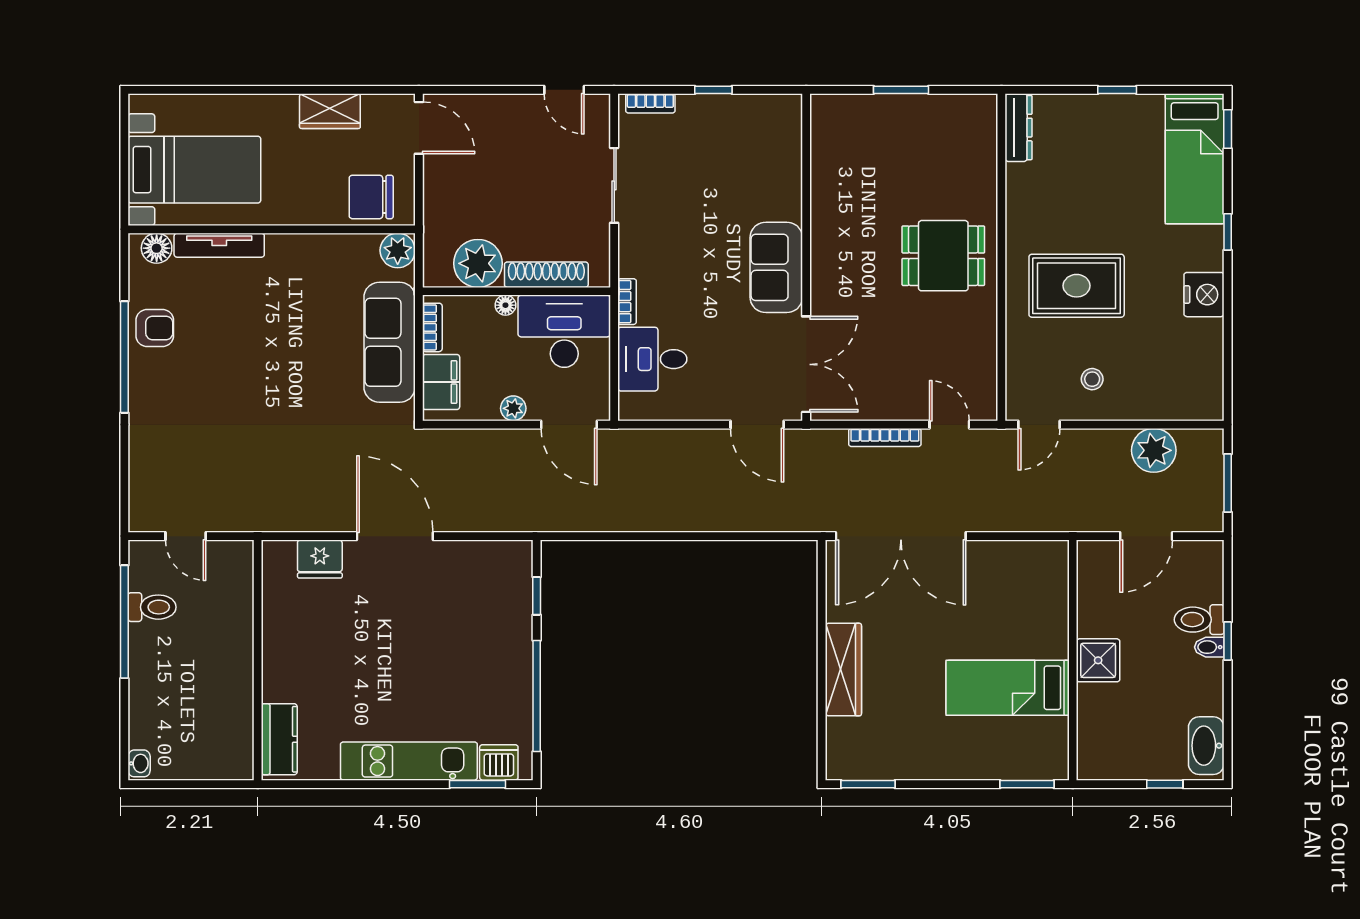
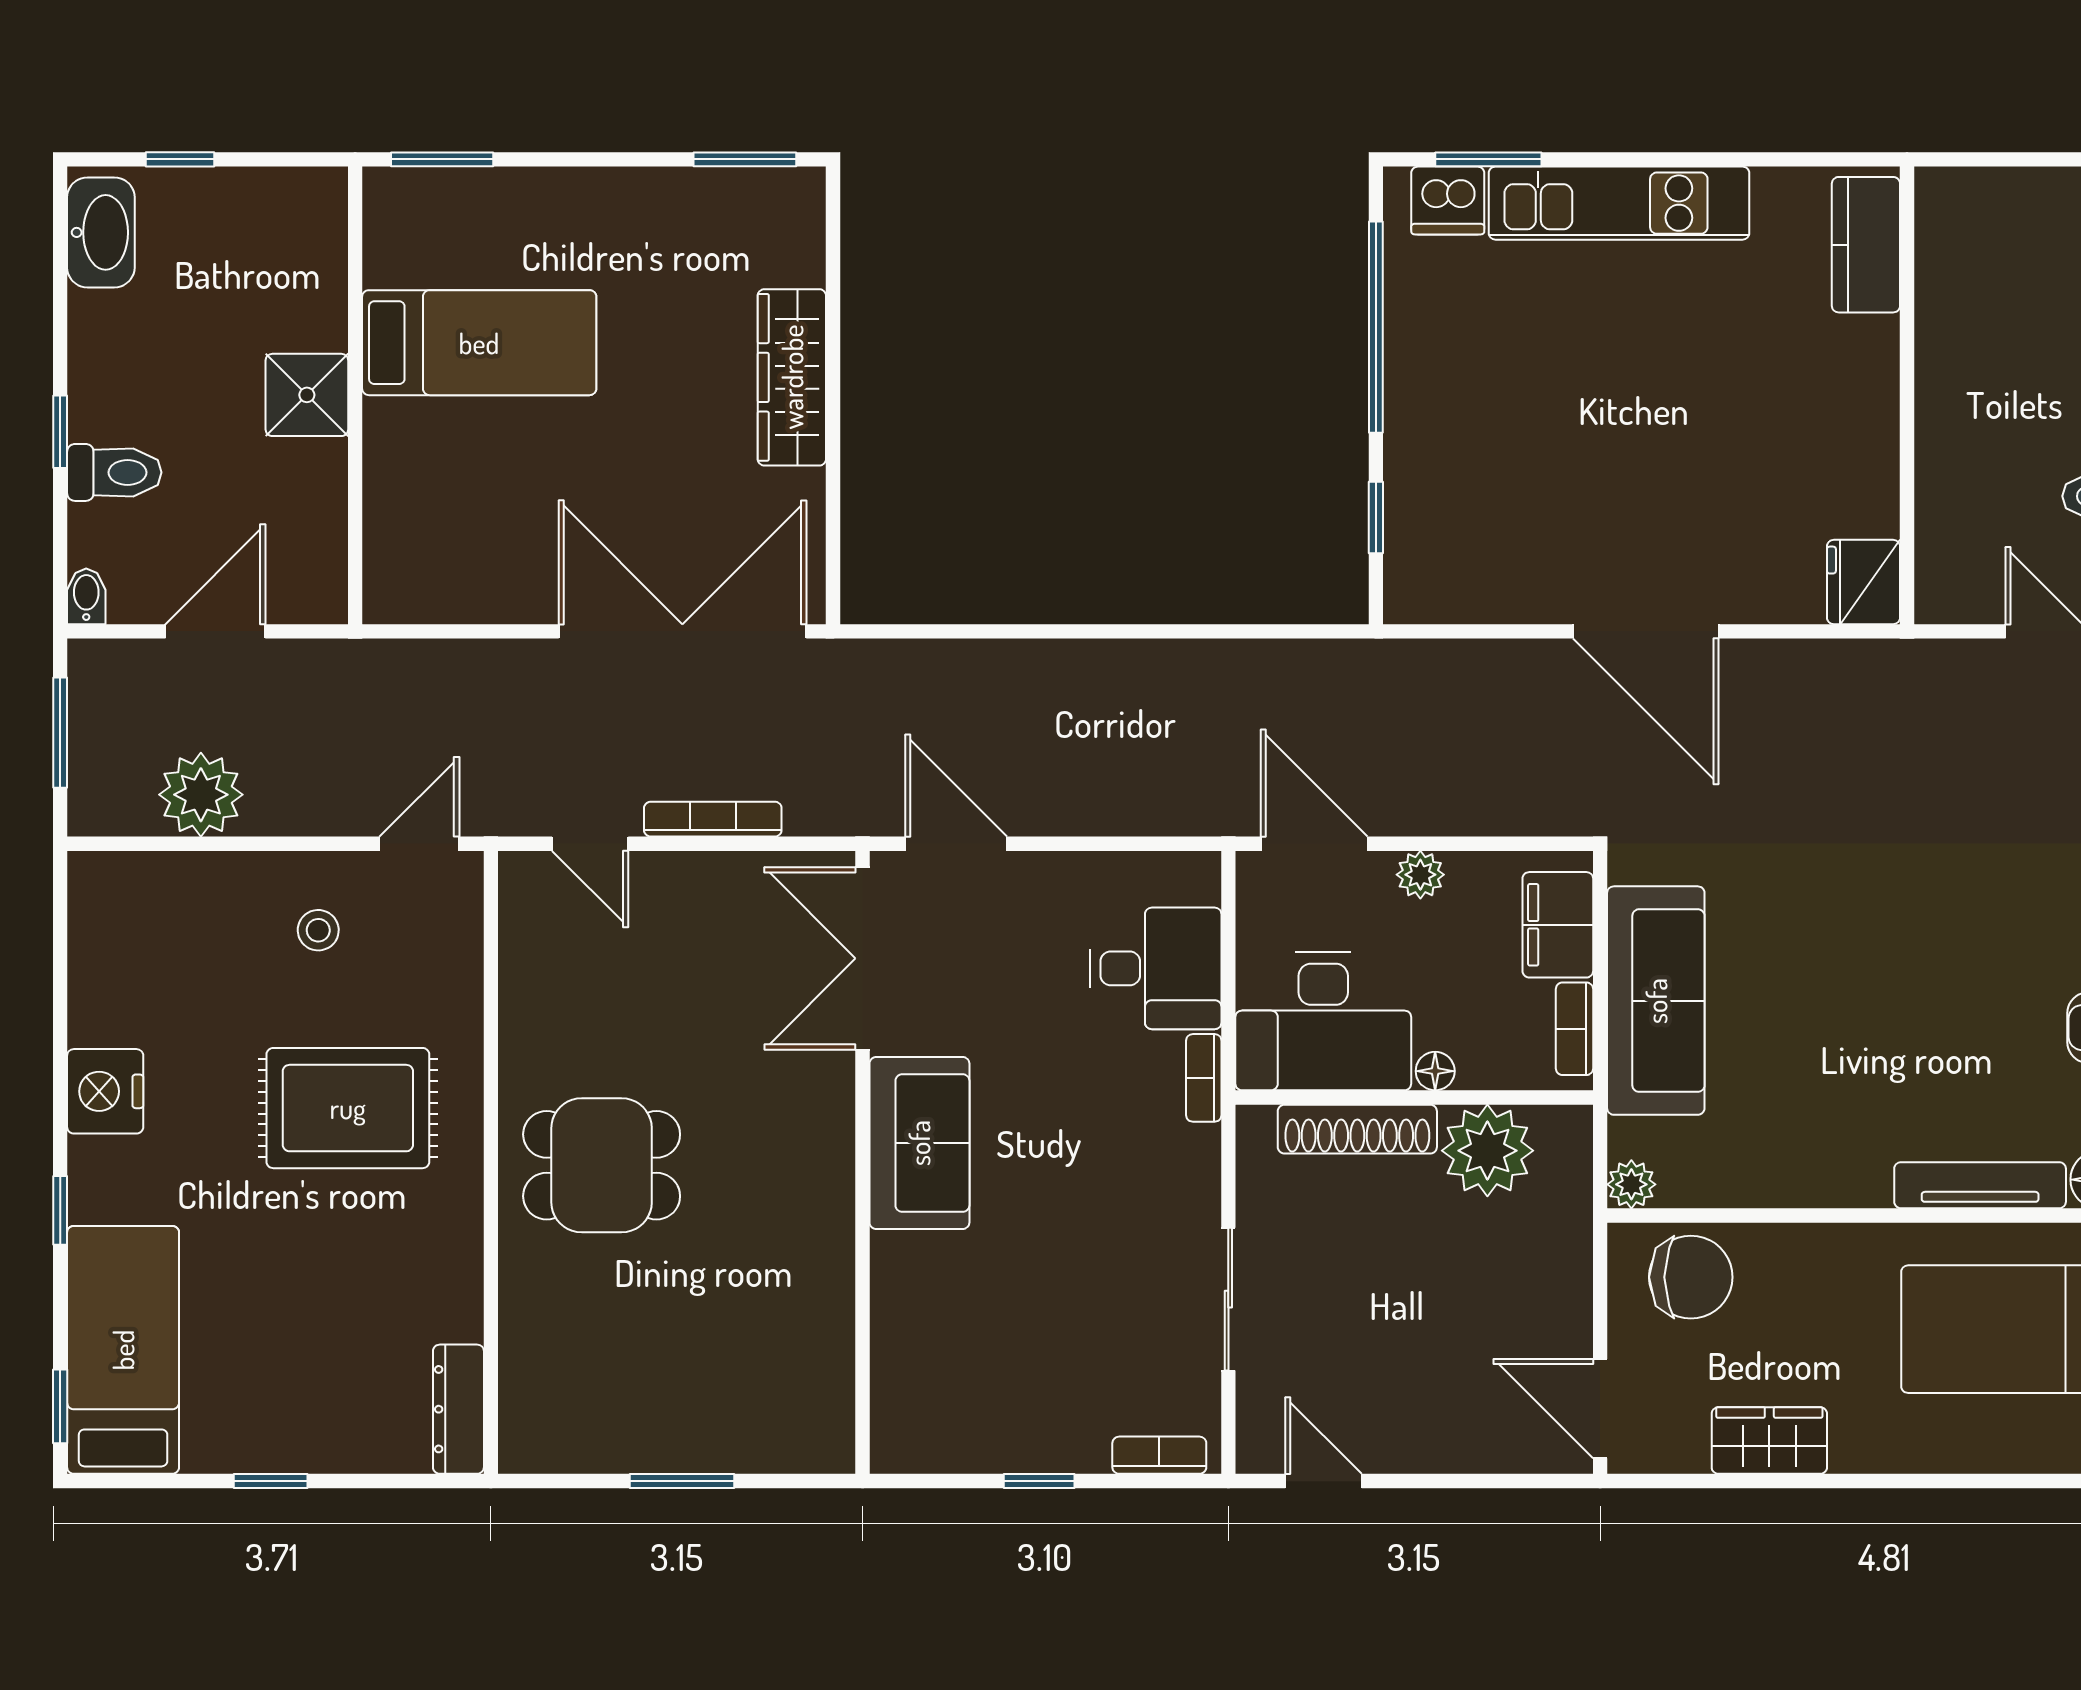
plant: (398, 250) -> (1631, 1184), width x0.73, depth x0.73
fridge: (320, 559) -> (1863, 582), moved, turned -90
bidet: (1209, 647) -> (86, 596), moved, turned -90

